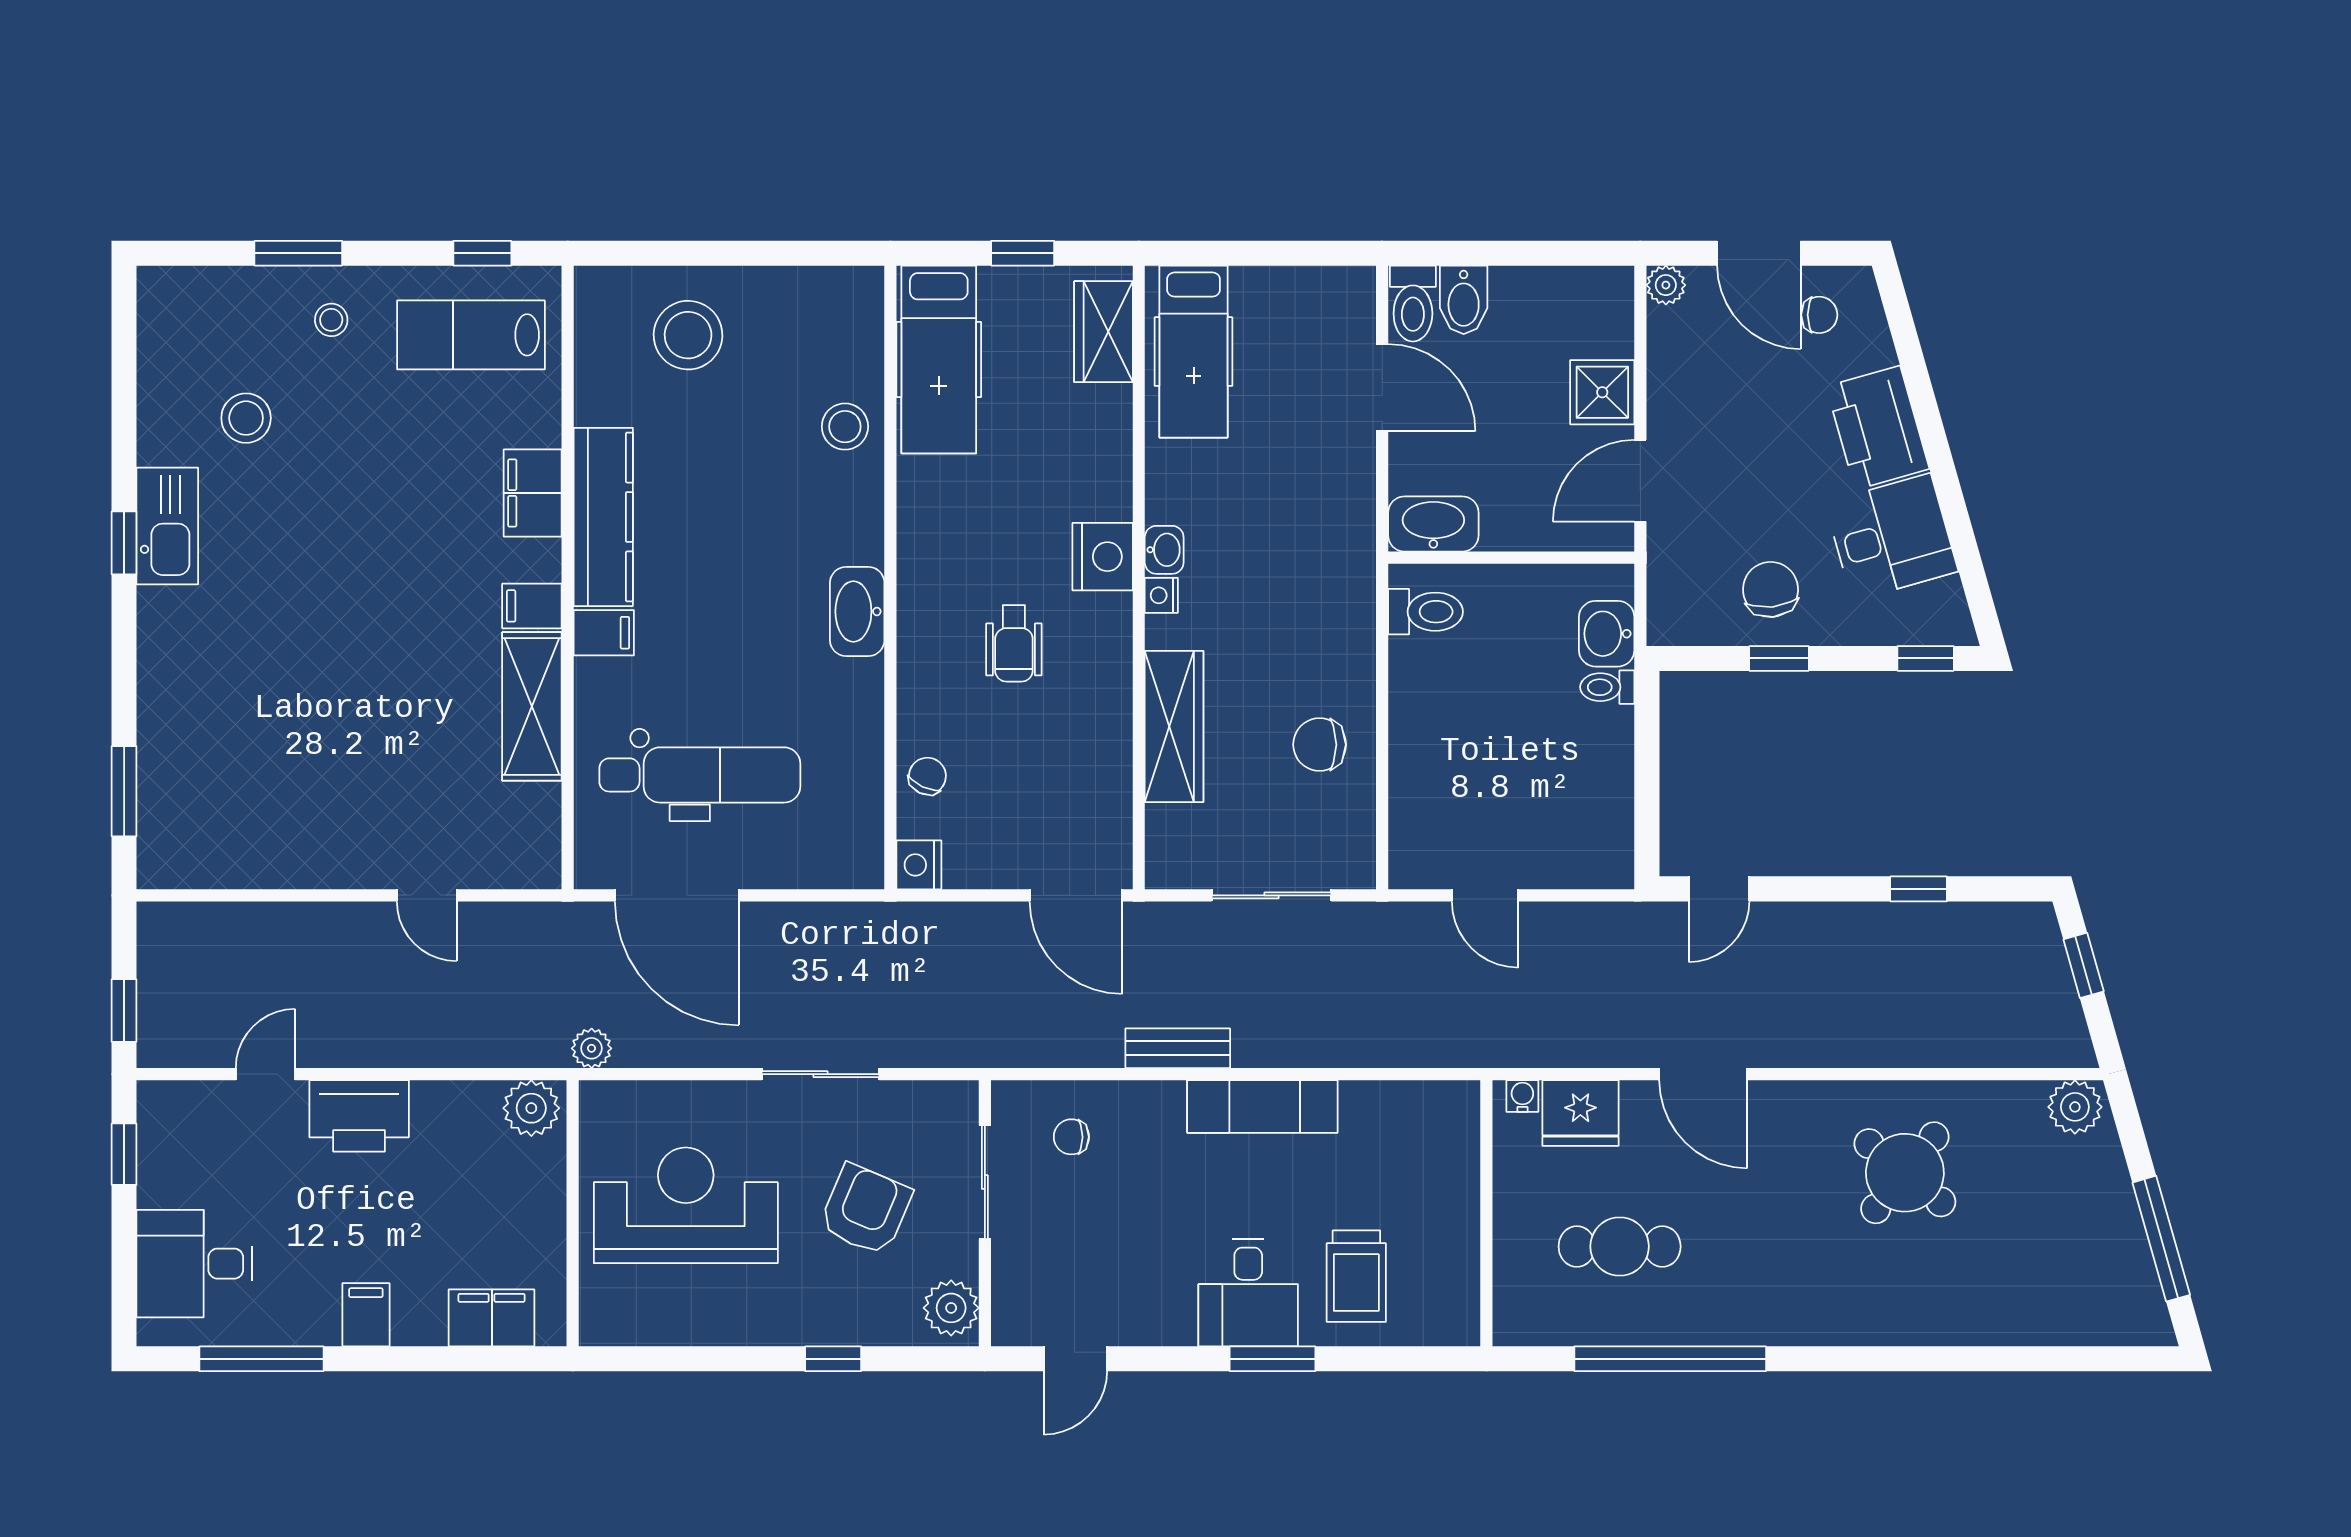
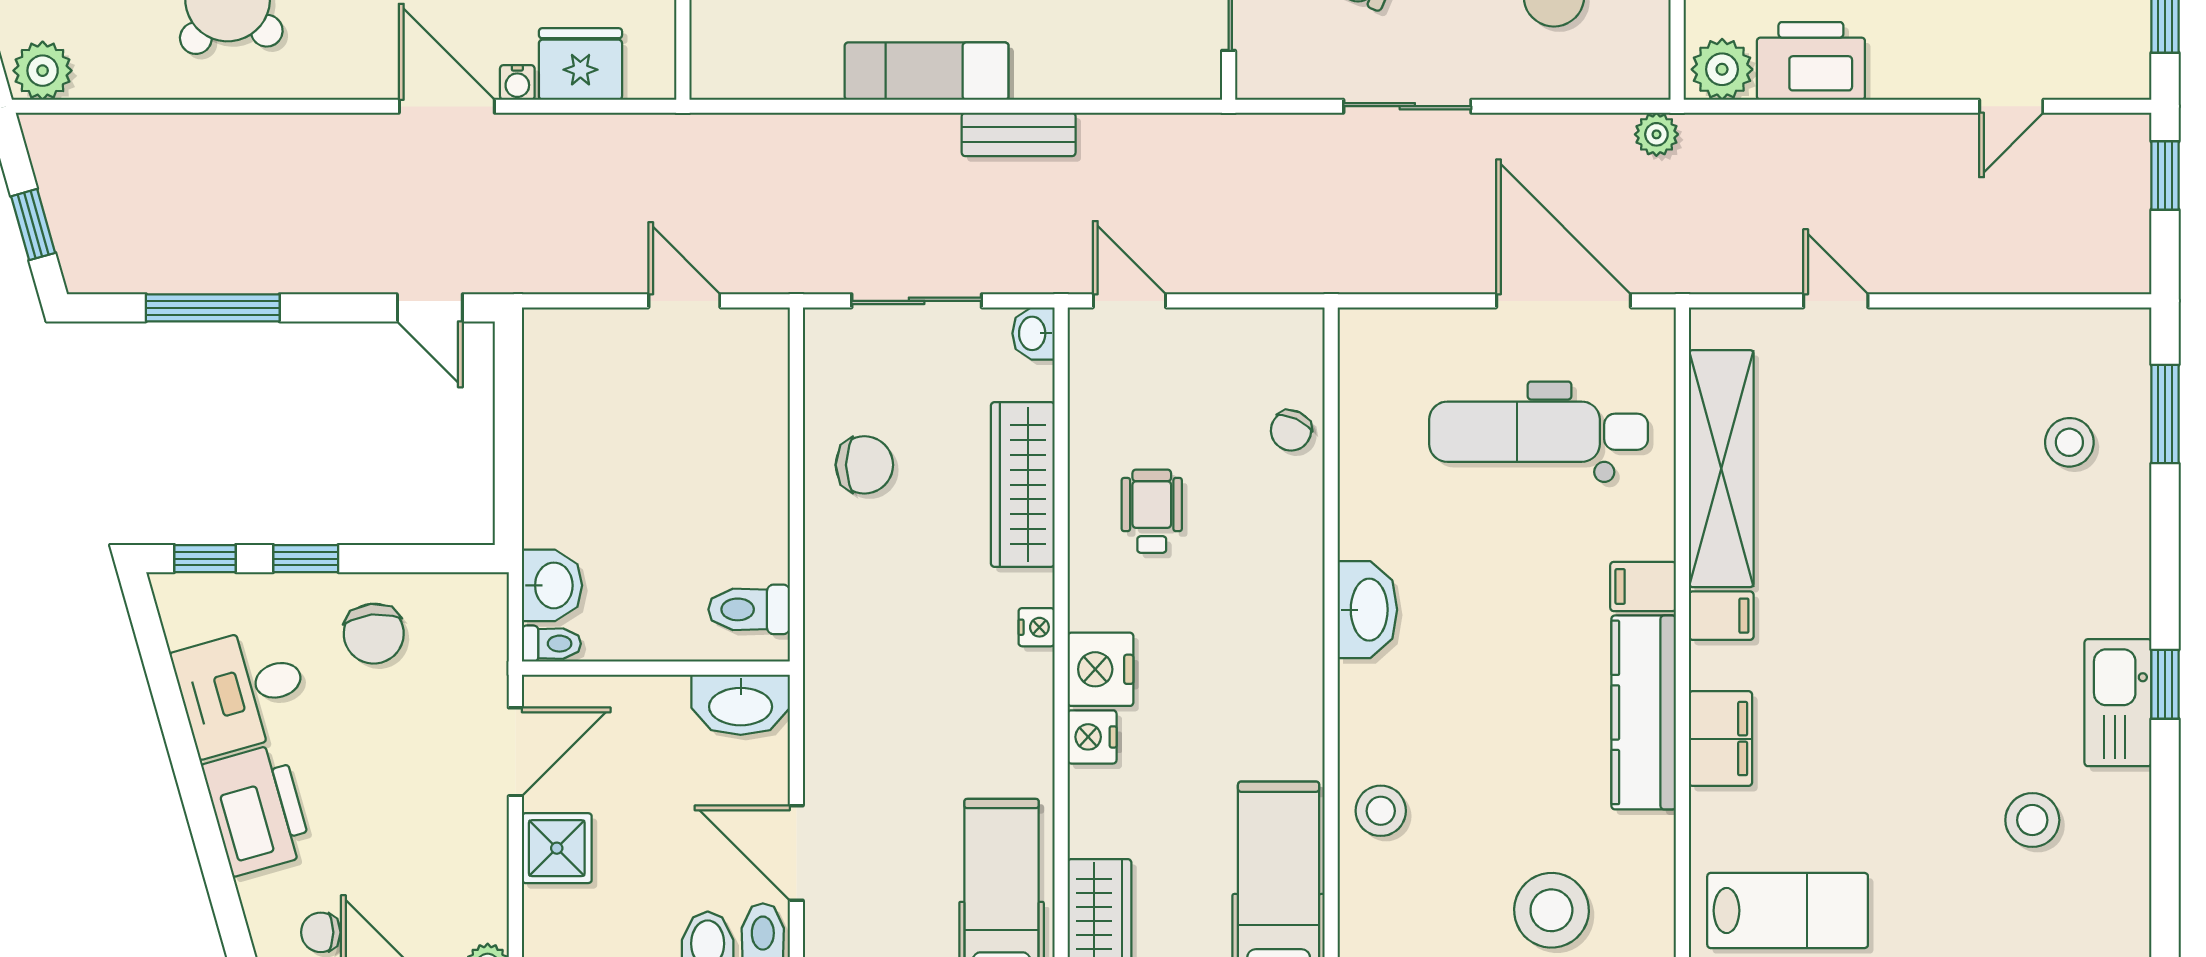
stool: (331, 320) -> (2069, 442), moved, width x1.37, depth x1.37
washbasin: (1164, 550) -> (1033, 333), moved
wheelchair: (1014, 643) -> (1152, 511), moved
window: (1779, 658) -> (306, 559), moved
toilet: (1607, 687) -> (551, 644), moved
shelving: (532, 706) -> (1721, 469), width x1.47
nightstand: (919, 865) -> (1092, 737), moved, turned 180
door: (1719, 889) -> (430, 308), swing flipped
window: (1919, 889) -> (213, 308), width x2.17
door: (1076, 895) -> (1129, 301), width x0.73
water cooler: (1522, 1096) -> (517, 82), moved
printer: (359, 1116) -> (1811, 61), moved
chair: (1071, 1137) -> (1134, 38), removed

